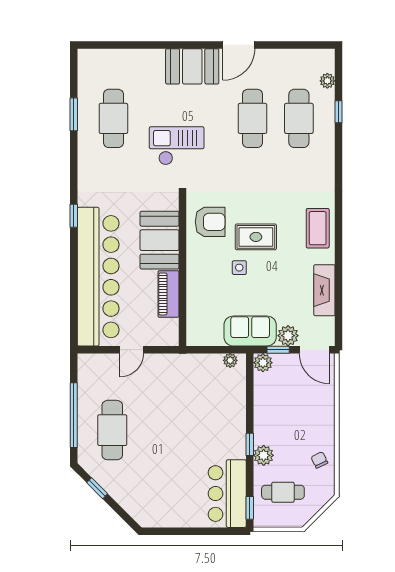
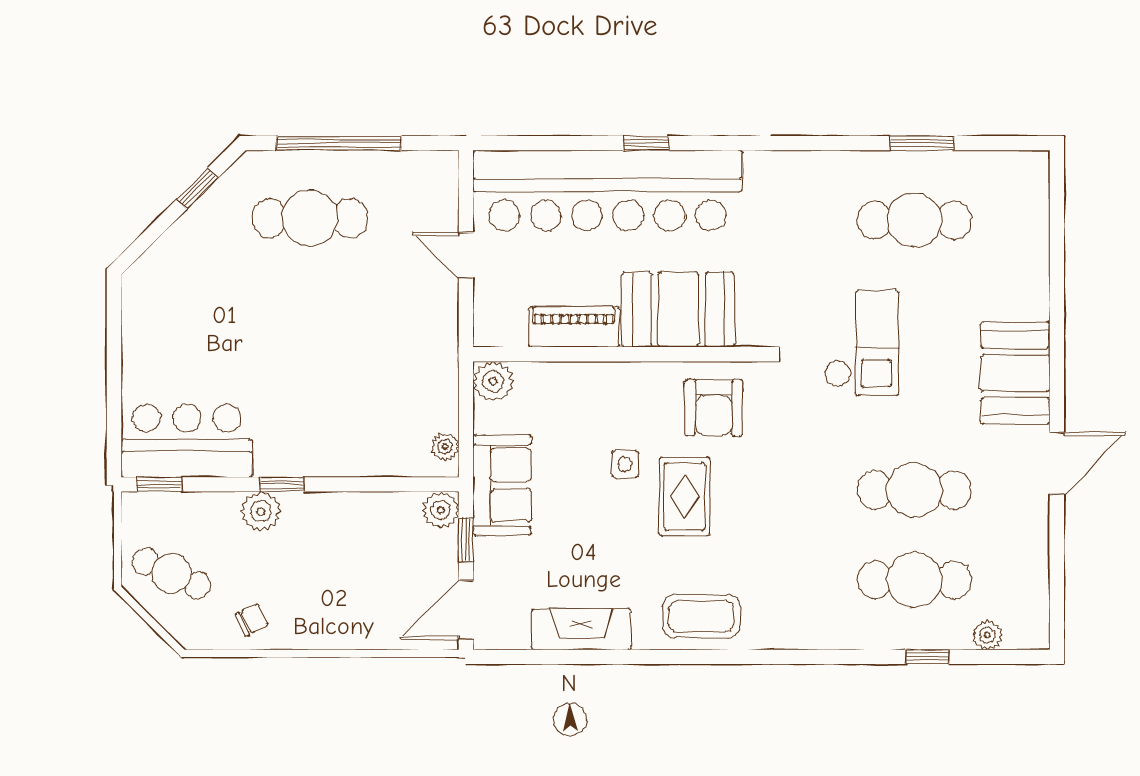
door: (239, 45) -> (1057, 463), swing flipped
window: (74, 216) -> (646, 143), moved
plant: (288, 336) -> (493, 381), moved
cafe table: (283, 492) -> (171, 573), moved, turned -66

